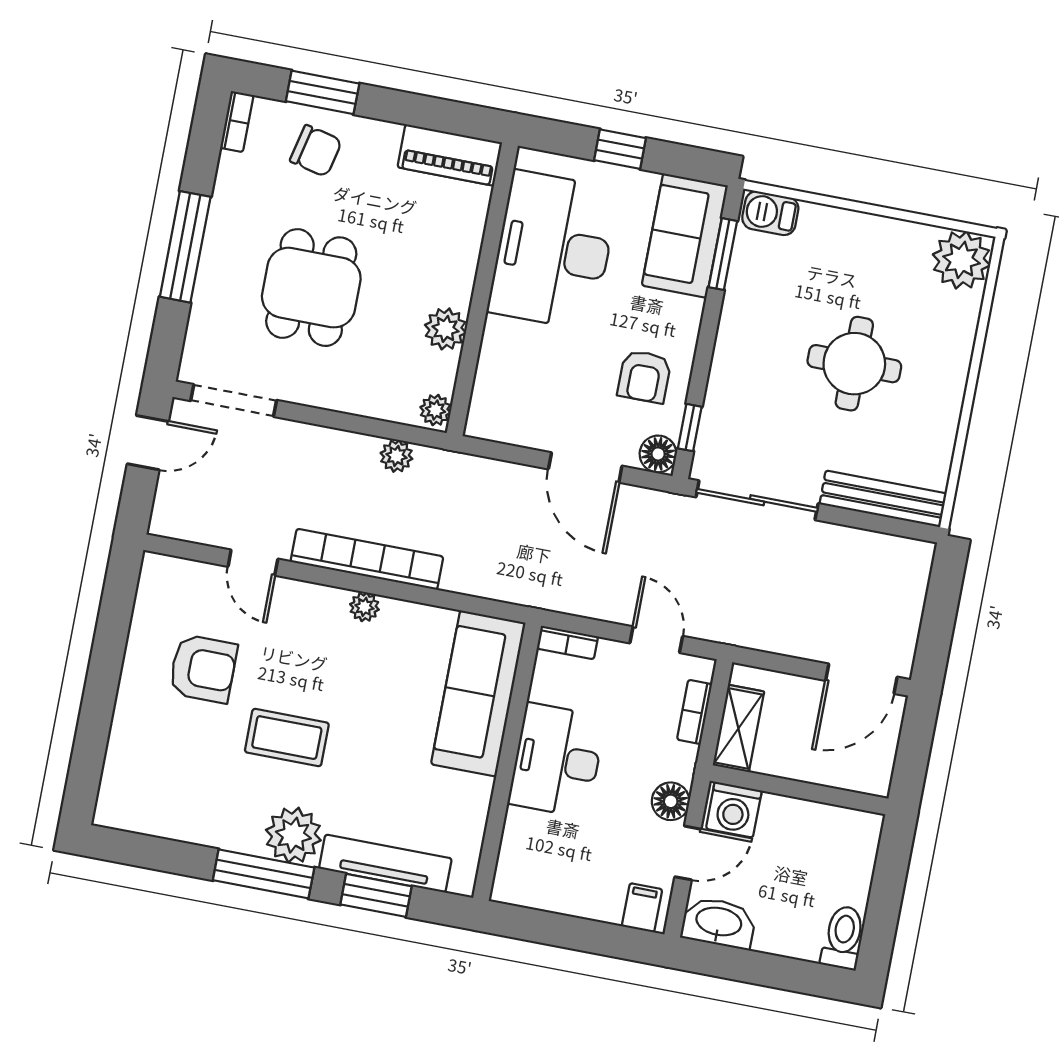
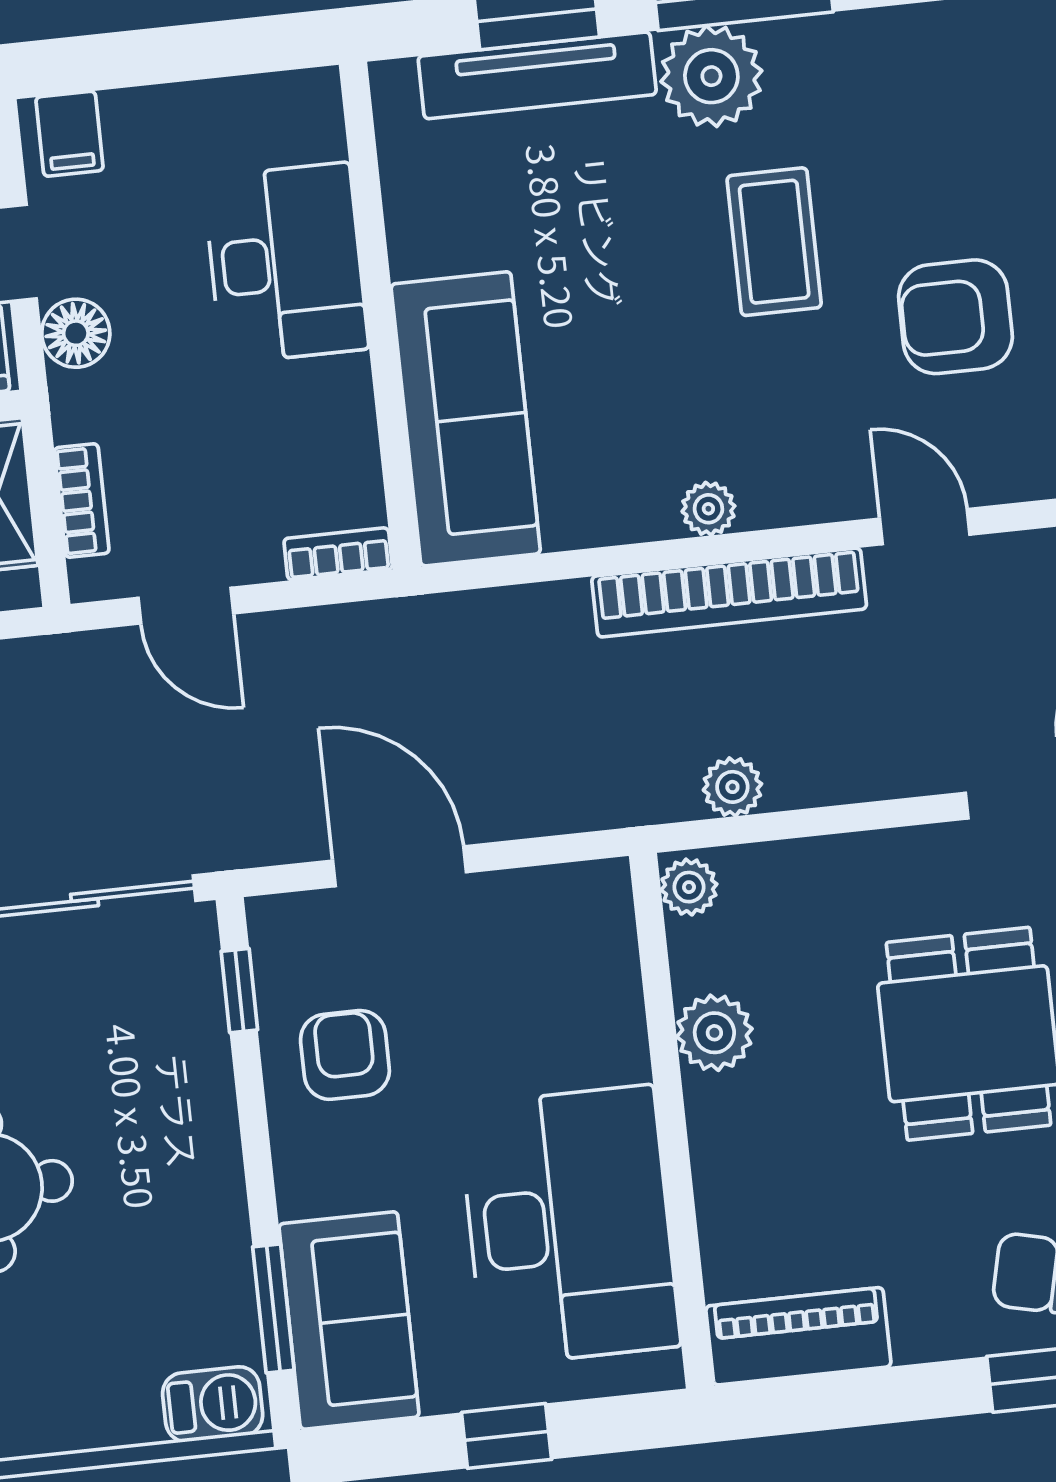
floor lamp: (658, 454) -> (280, 928), removed
coffee table: (287, 738) -> (774, 242), turned 90
desk: (557, 760) -> (286, 263), moved

